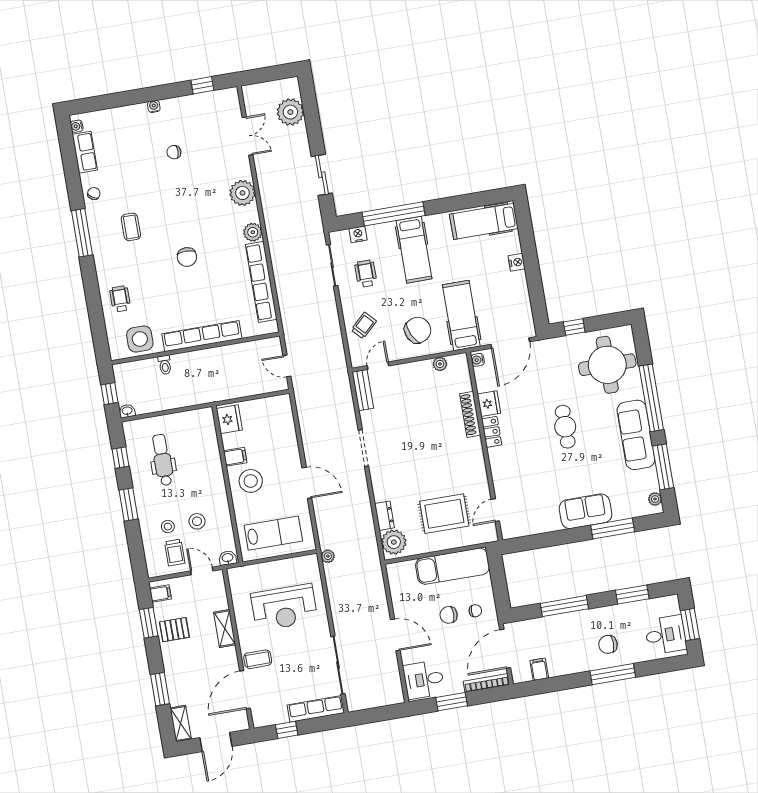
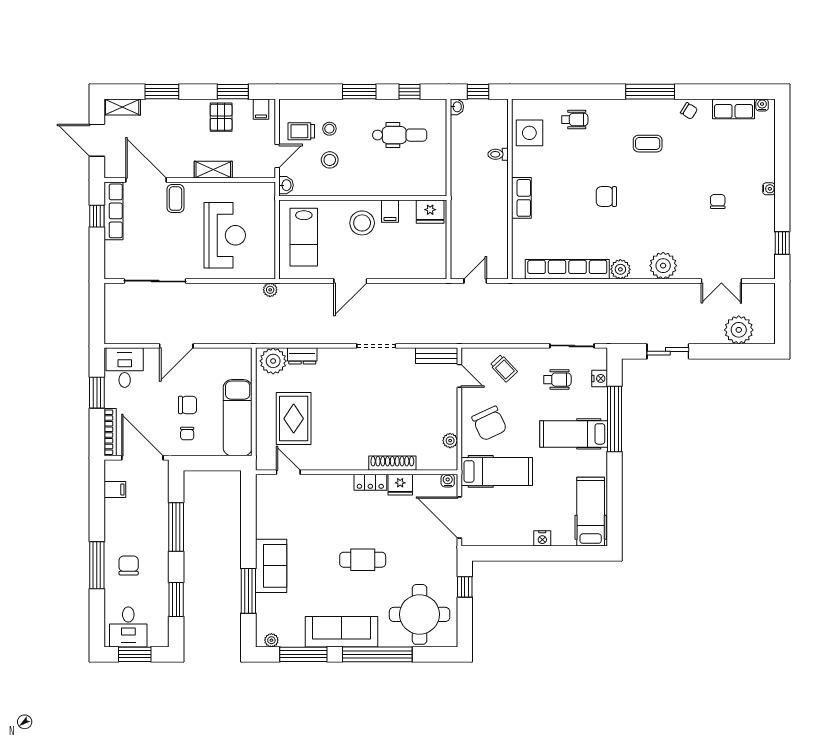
row of seats: (202, 336) -> (521, 198), width x0.50
reception desk: (284, 607) -> (225, 235), turned 180
chair: (449, 615) -> (188, 405), turned 90
row of seats: (316, 709) -> (113, 211), moved

